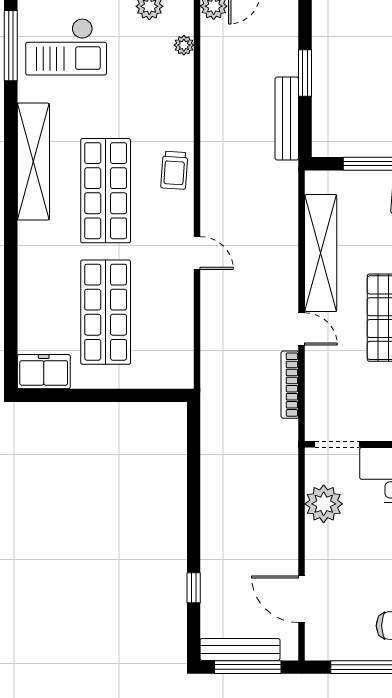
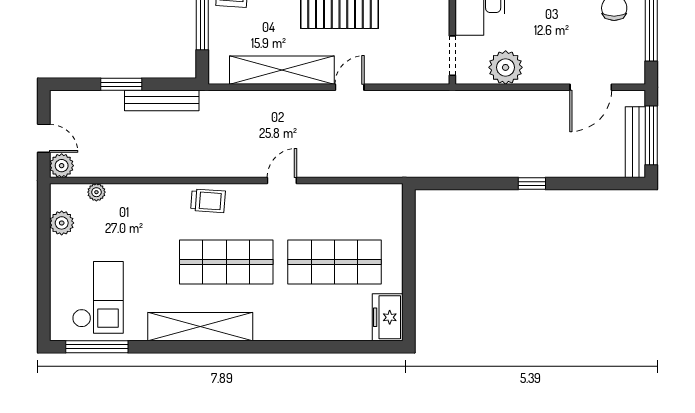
bookcase: (290, 385) -> (399, 98), removed
window: (194, 588) -> (532, 183), moved

